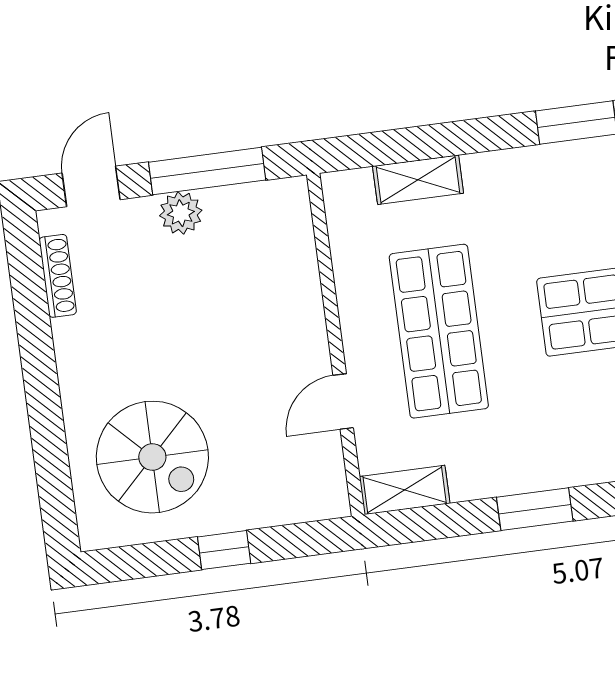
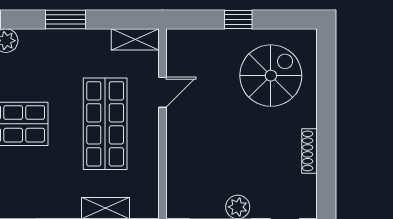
shoe rack: (58, 276) -> (310, 151), moved
spiral stairs: (152, 457) -> (271, 76), turned 90

